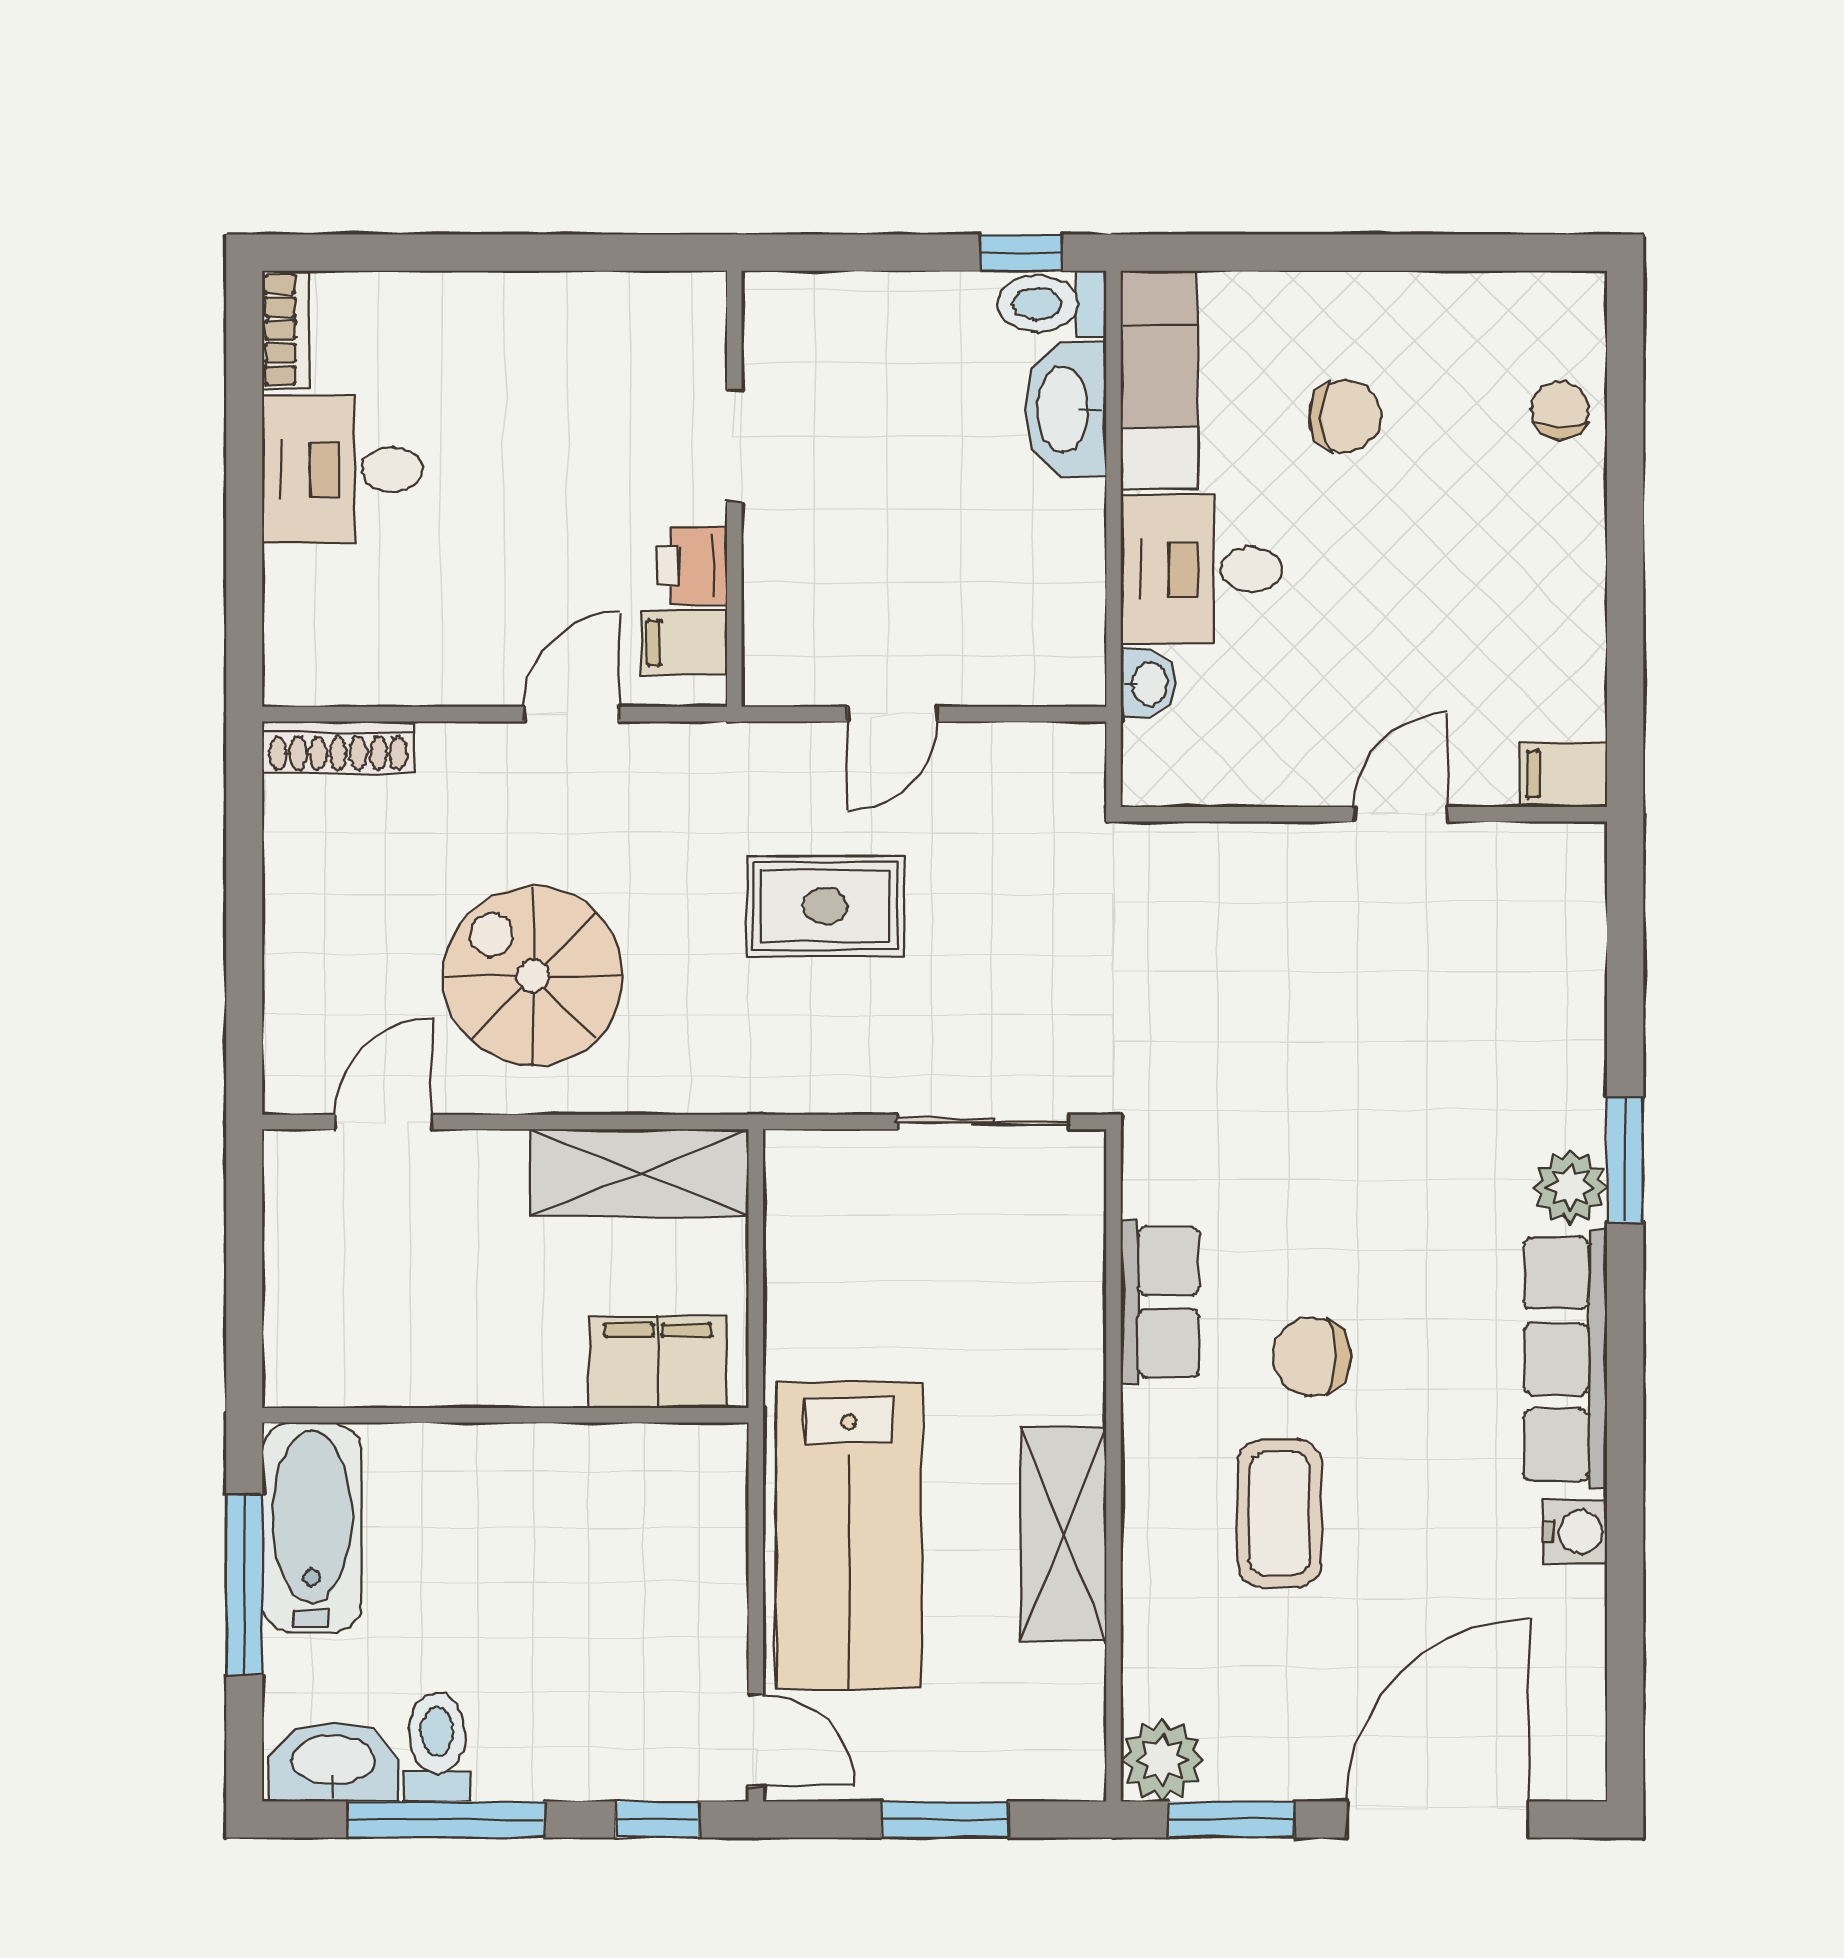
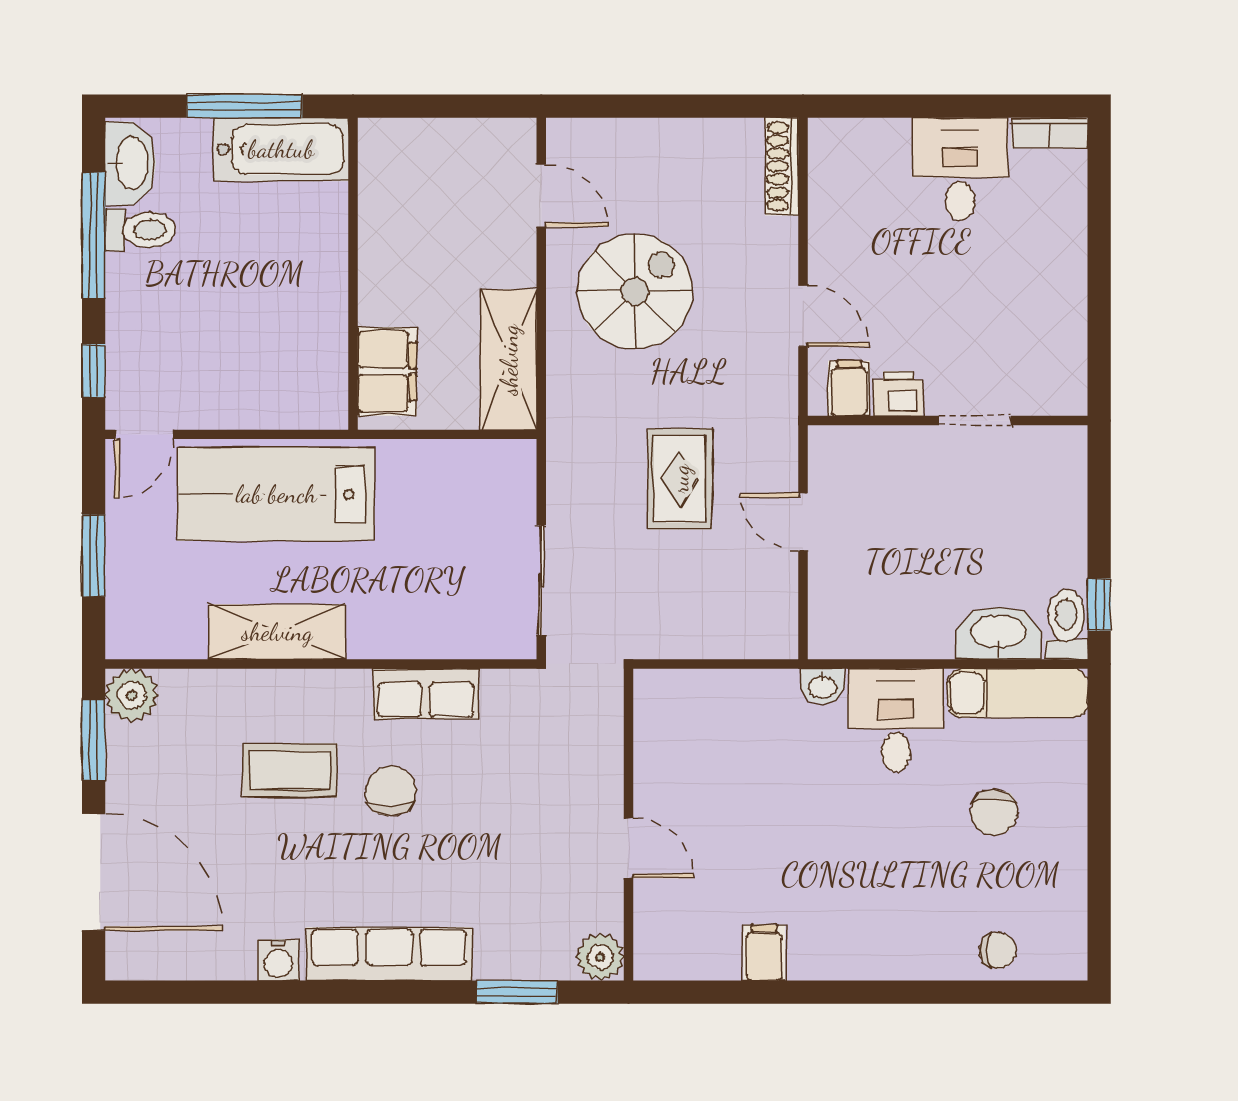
wall: (1364, 814) -> (628, 825), moved
door: (1400, 814) -> (628, 848), moved
plant: (1570, 1187) -> (600, 957), moved

